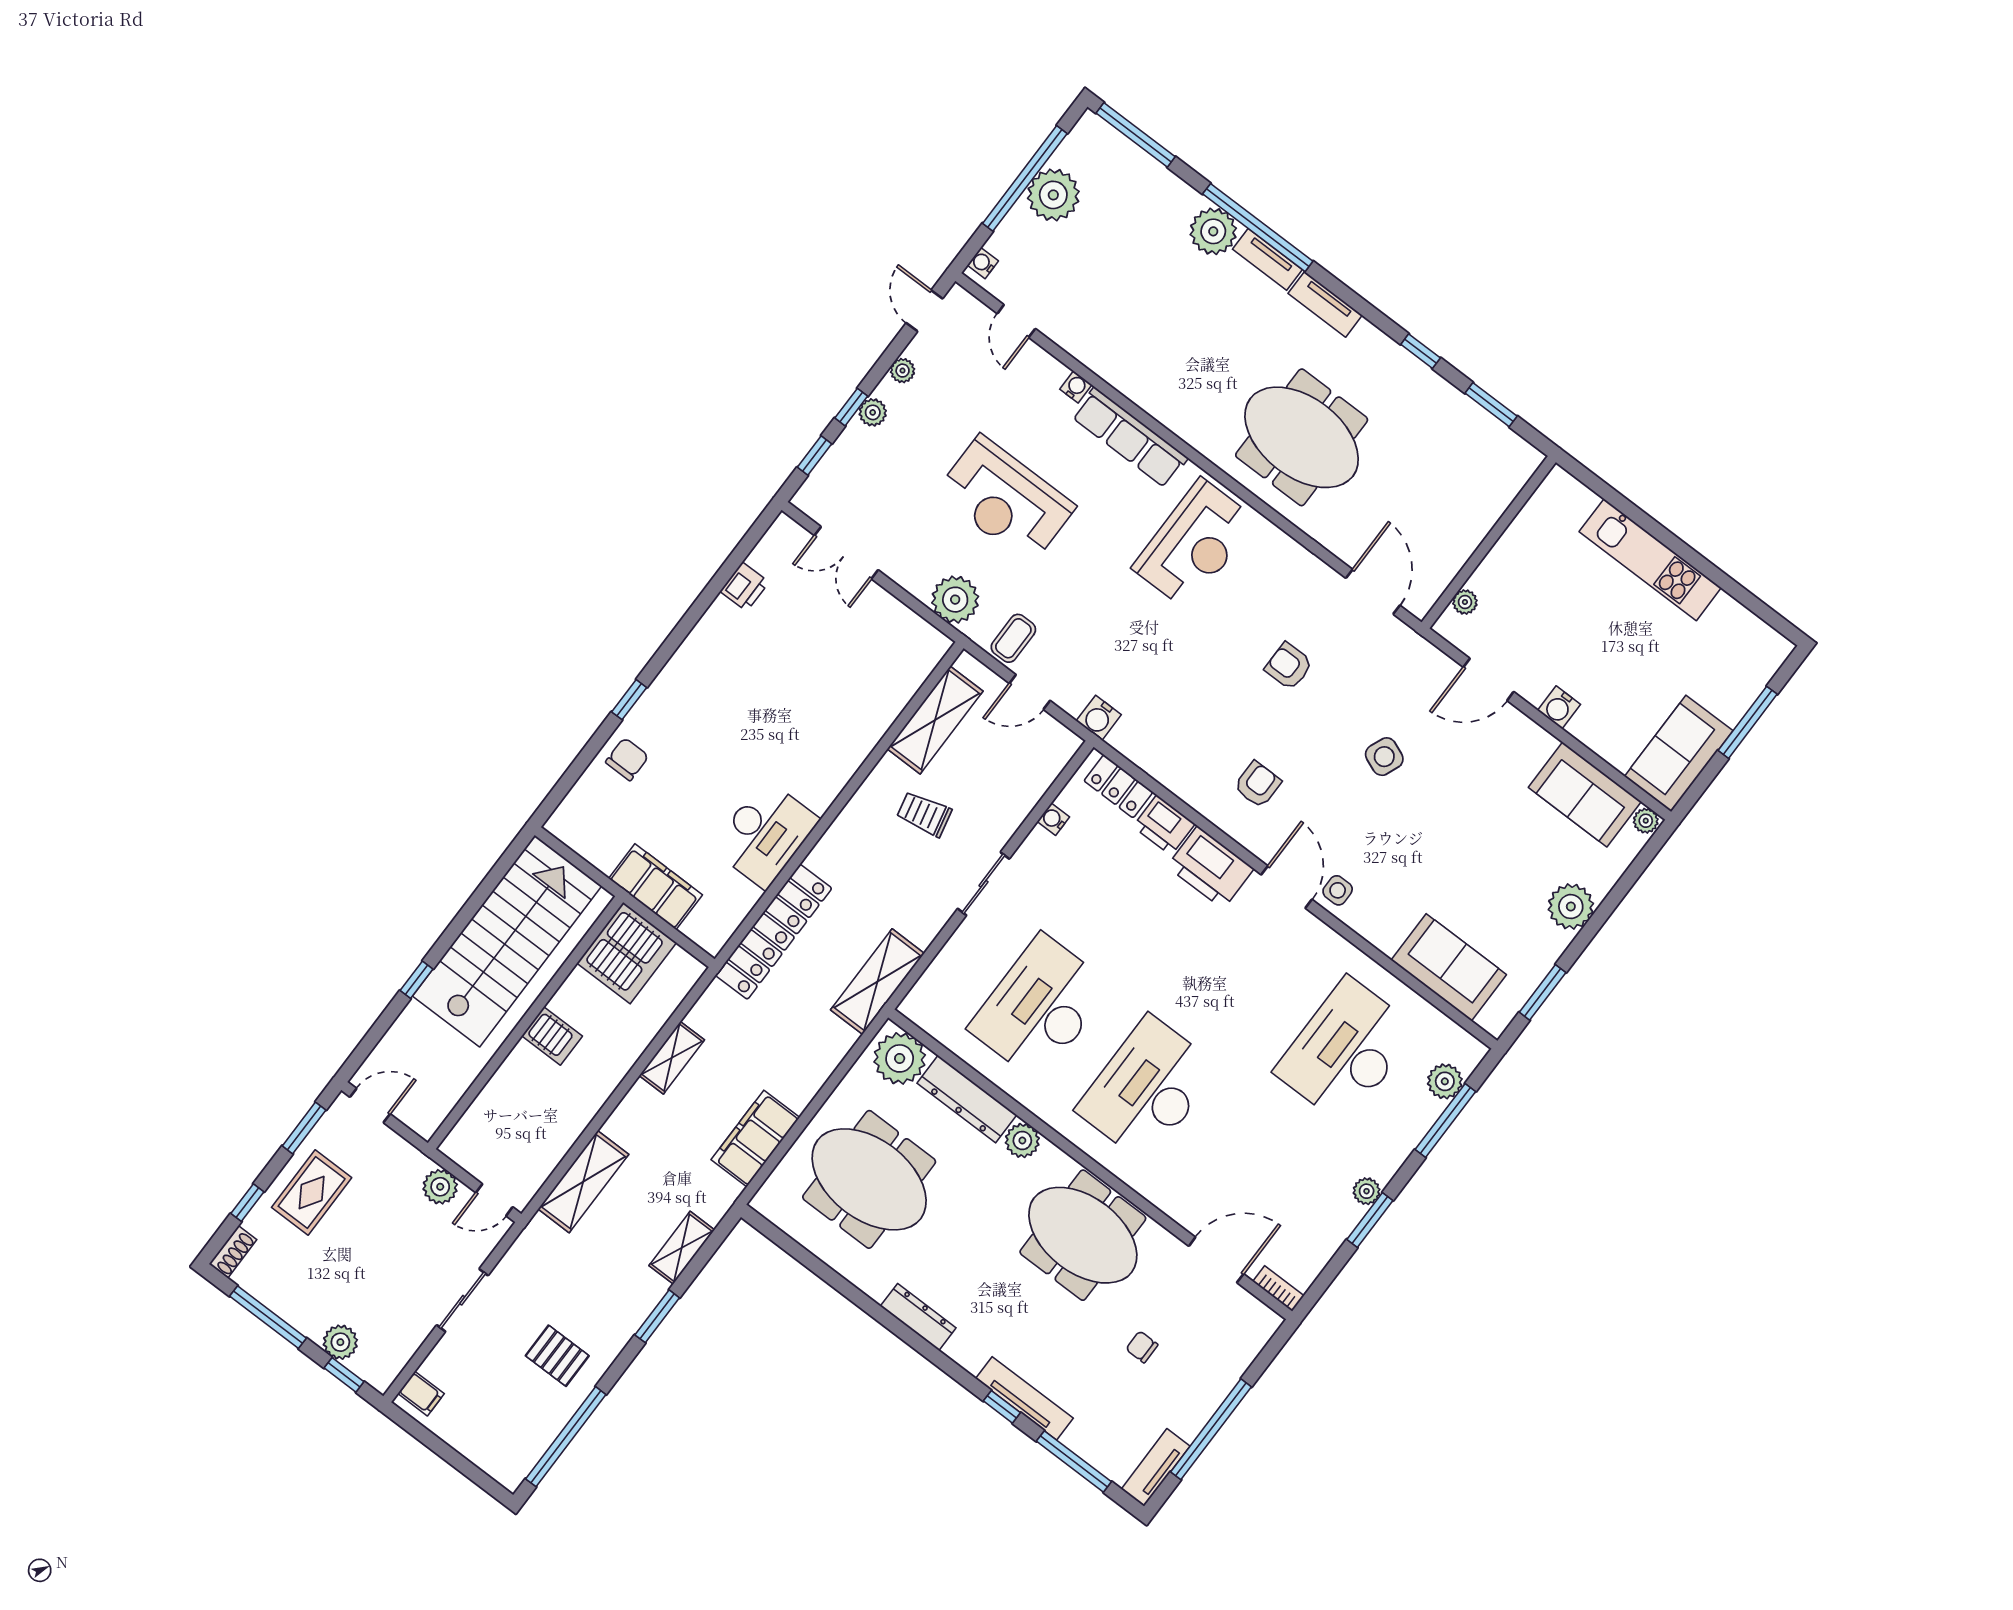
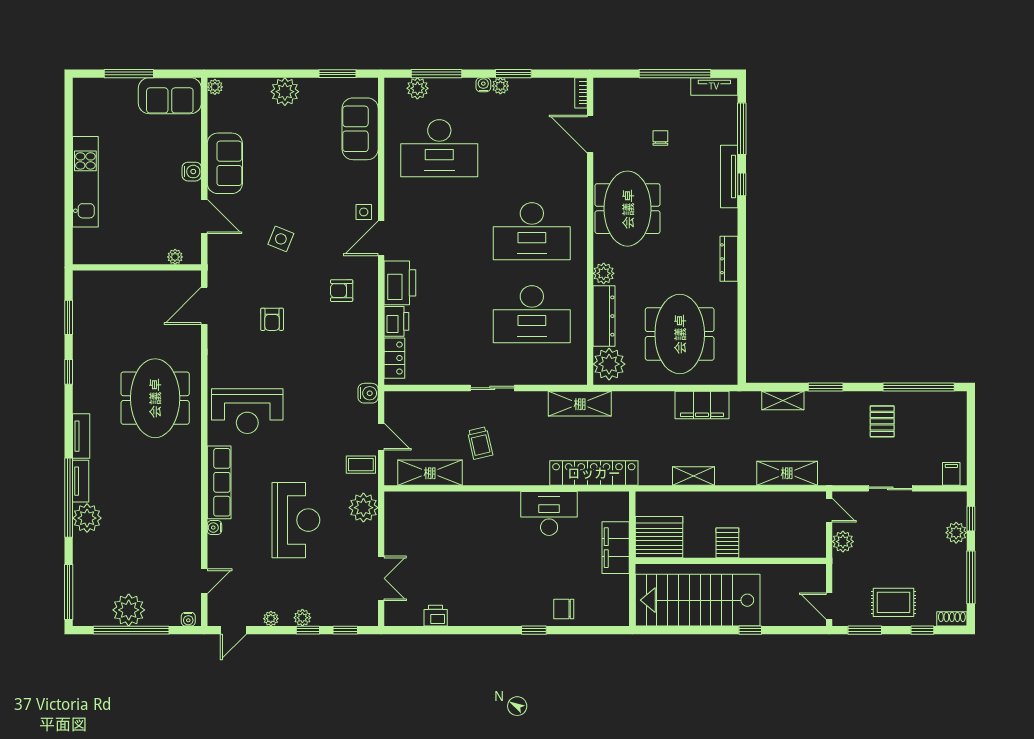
reception desk: (1194, 544) -> (247, 411), turned 180
sofa: (1585, 794) -> (225, 163), moved
water cooler: (1053, 819) -> (483, 85), moved, turned 180
chair: (1142, 1347) -> (660, 138), turned 180

